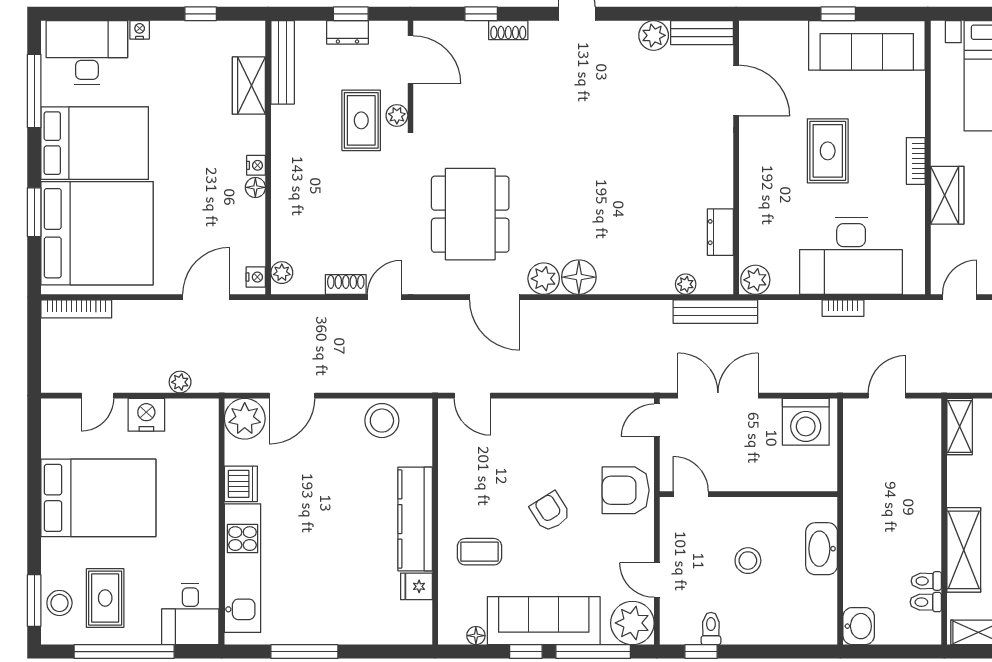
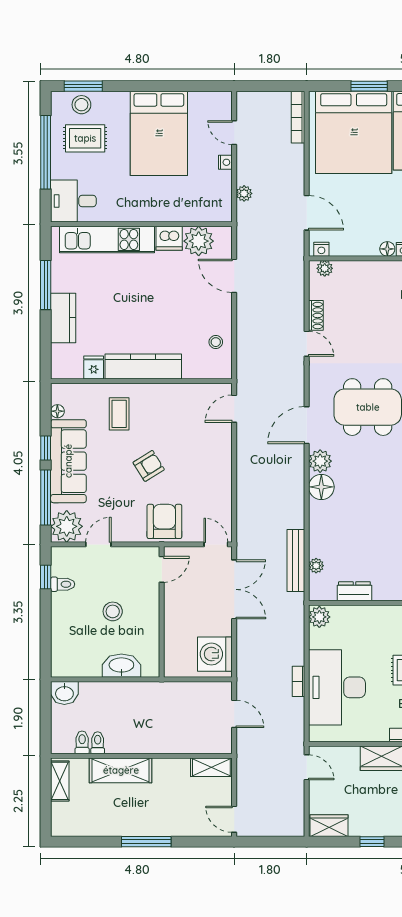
bench: (715, 312) -> (296, 561), moved
nightstand: (146, 415) -> (225, 162), width x0.53, depth x0.56
plant: (245, 419) -> (199, 241), moved
stool: (382, 421) -> (216, 342), width x0.53, depth x0.53
kitchen counter: (349, 628) -> (63, 318), added

